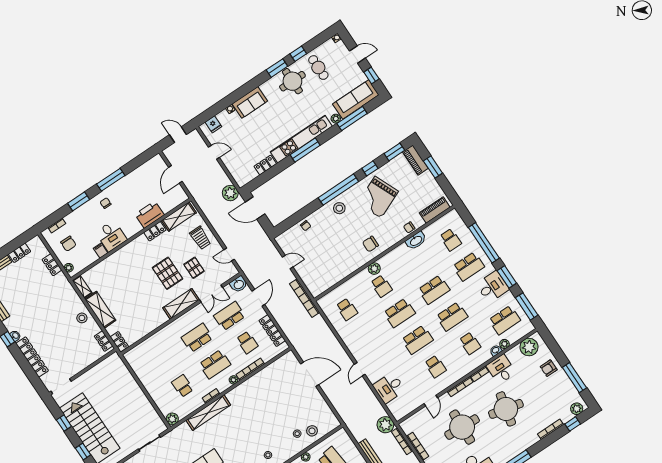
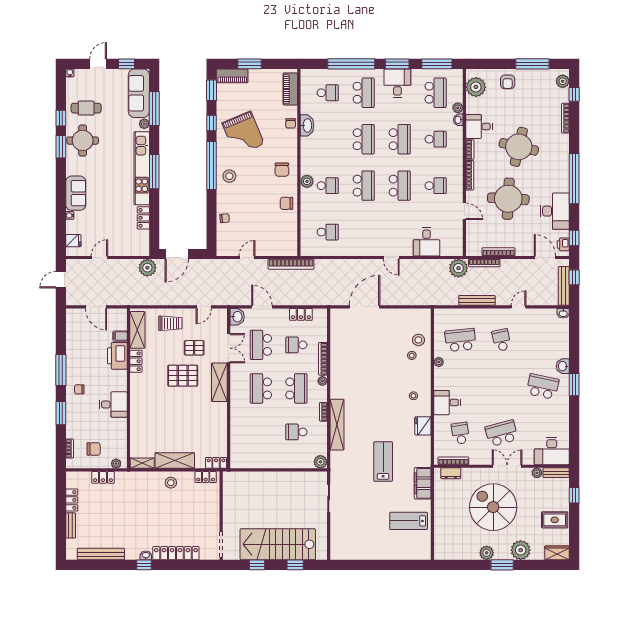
filing cabinet: (101, 251) -> (120, 336), moved
chair: (348, 264) -> (286, 203), added
locker: (272, 331) -> (301, 314), width x0.66
school desk: (247, 342) -> (296, 345), turned 180

